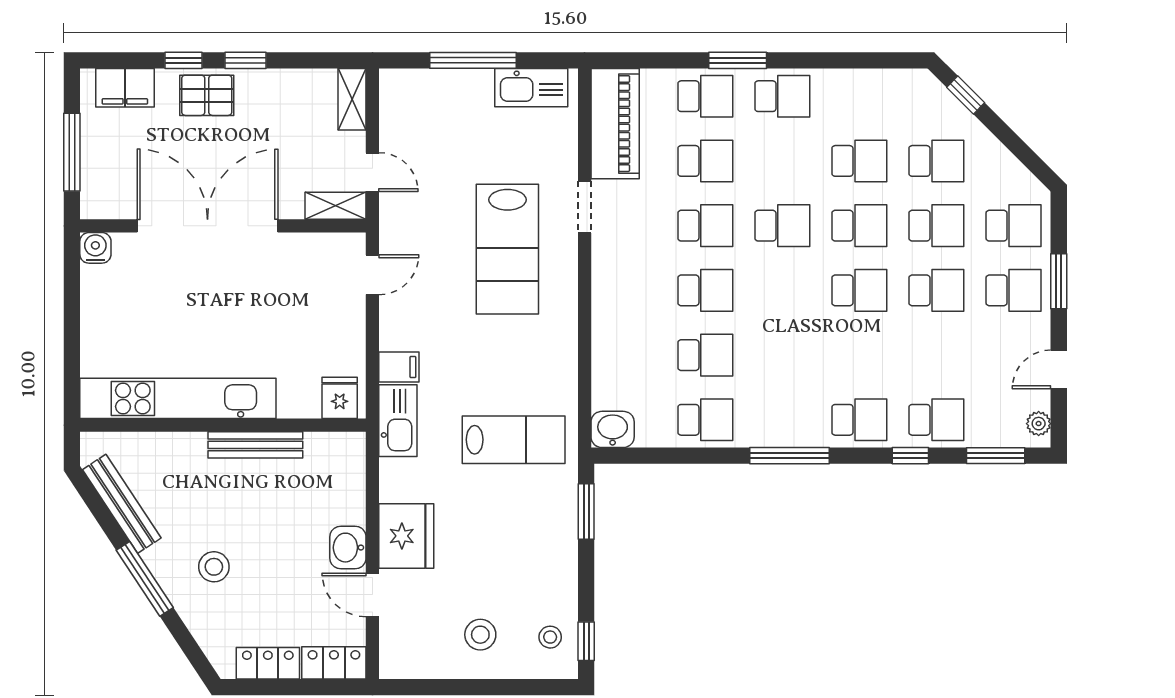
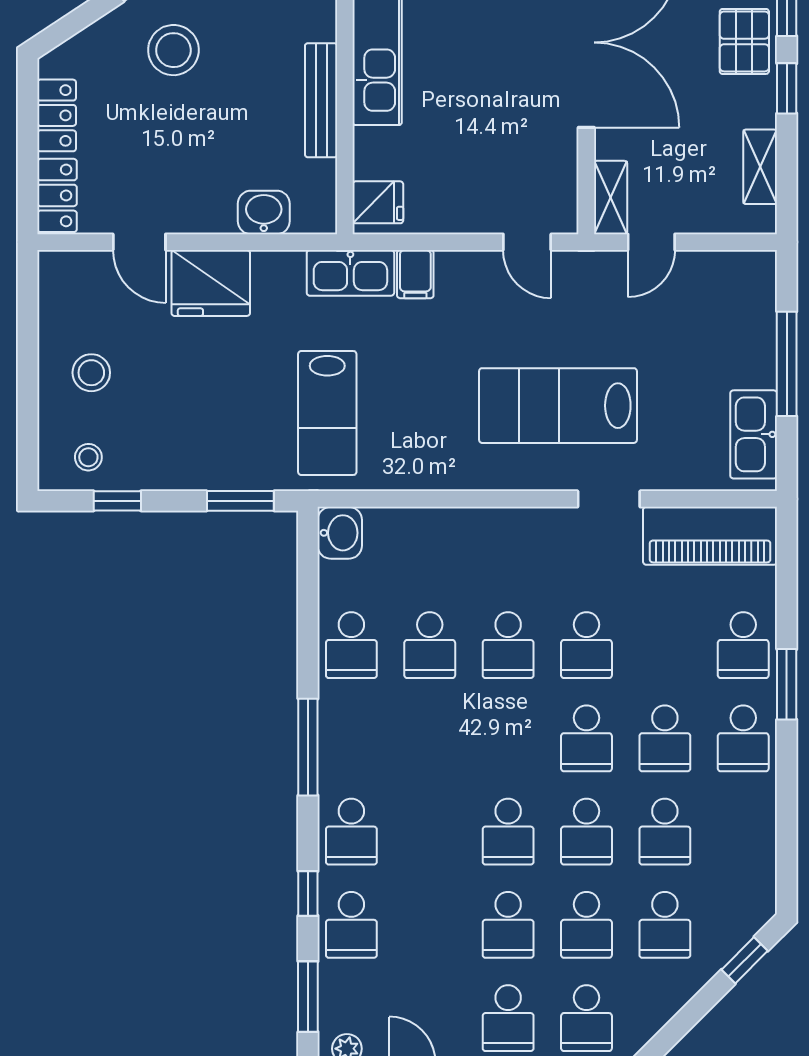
shelving: (352, 99) -> (760, 167), moved, turned 90
school desk: (705, 161) -> (665, 738), moved
washbasin: (348, 548) -> (264, 212), moved
stool: (214, 567) -> (173, 50), width x1.38, depth x1.38
door: (372, 595) -> (139, 242), swing flipped
window: (586, 641) -> (117, 501), moved

